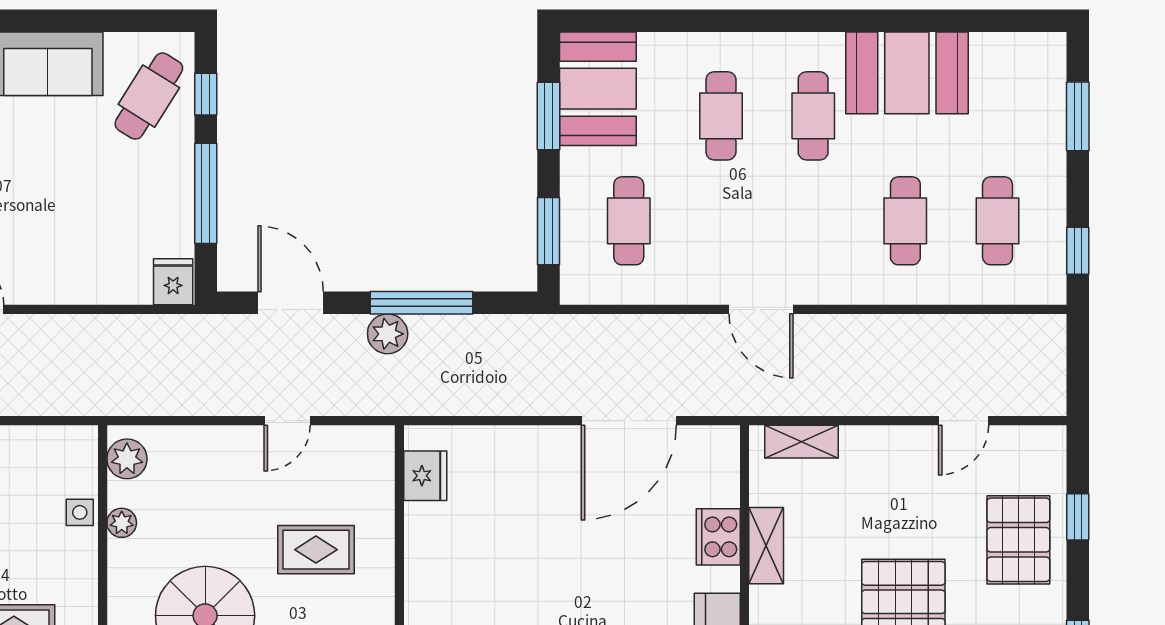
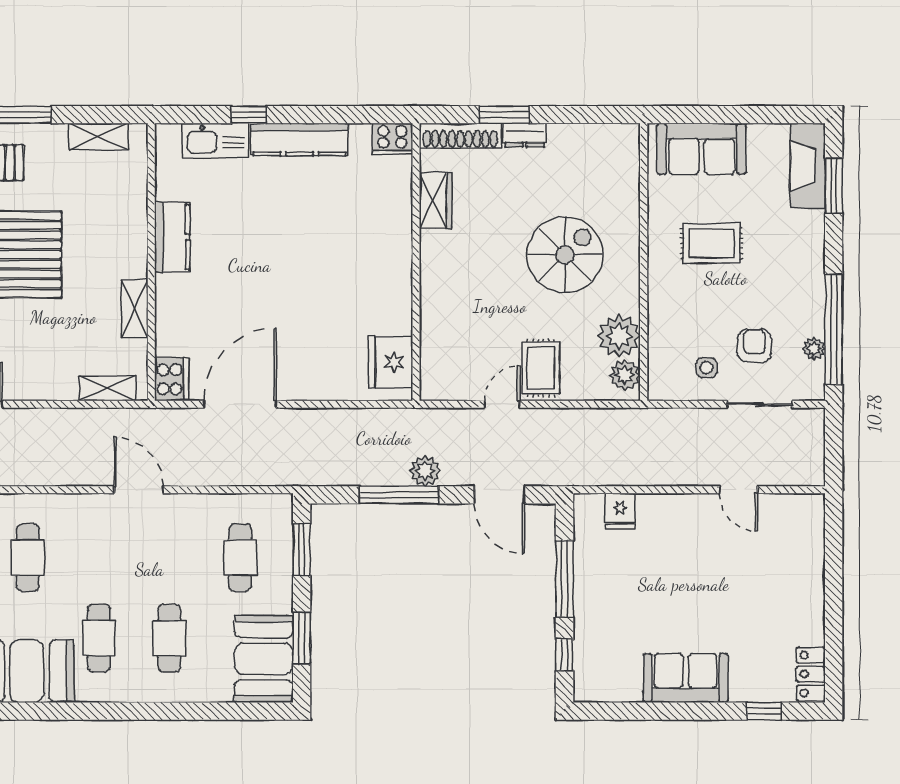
cafe table: (149, 96) -> (608, 653), removed
fridge: (173, 282) -> (620, 511), moved
fridge: (425, 476) -> (391, 362), width x1.36, depth x1.34
side table: (80, 512) -> (707, 368), moved
plant: (122, 523) -> (619, 336), width x1.87, depth x1.87
cooker: (718, 537) -> (172, 379), moved
rug: (316, 550) -> (541, 368), moved, turned 90

